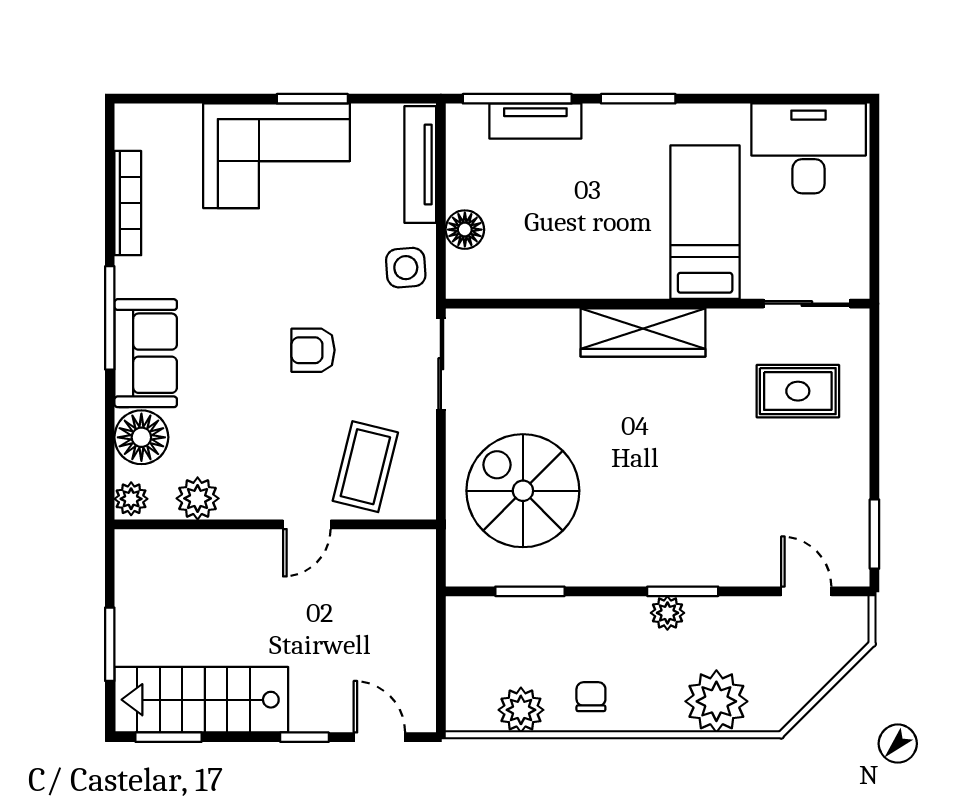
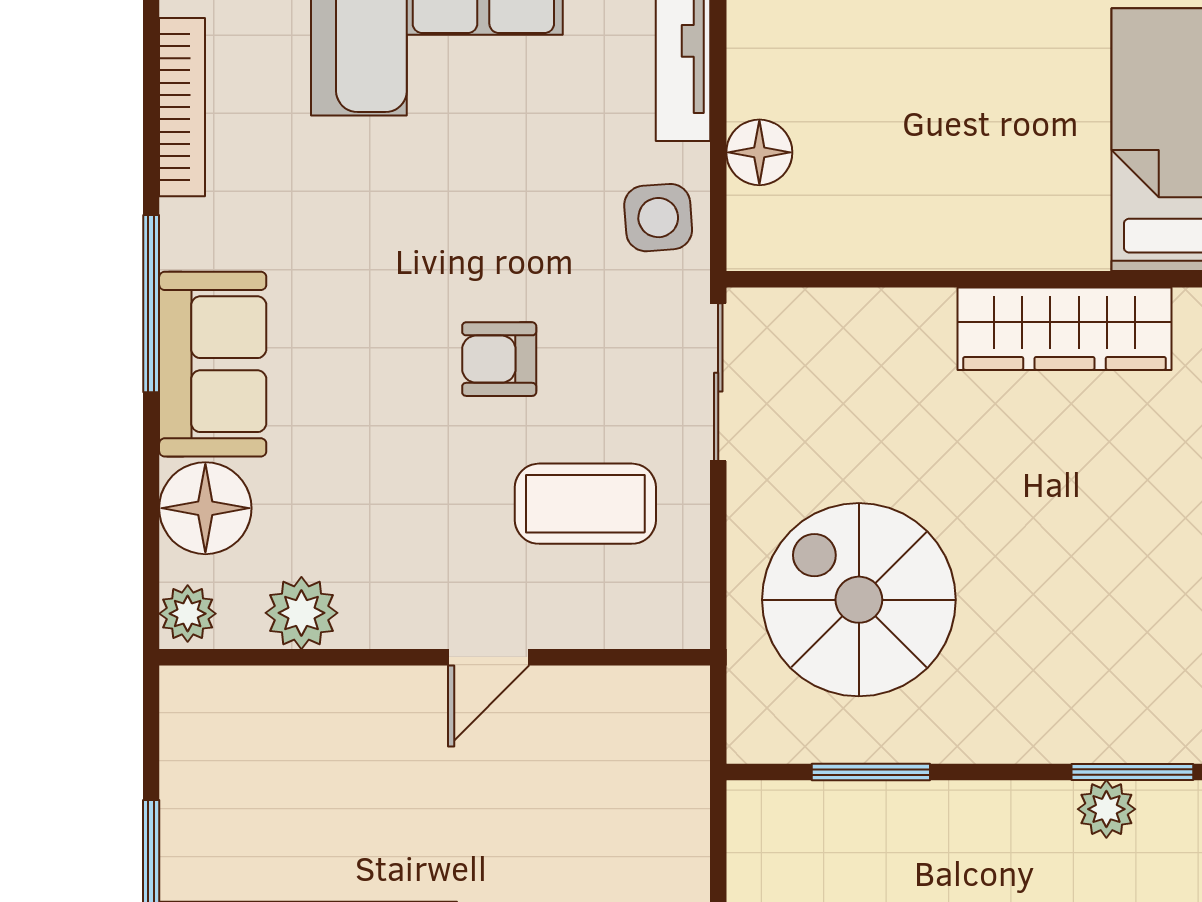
coffee table: (365, 467) -> (585, 504), moved, turned 76

